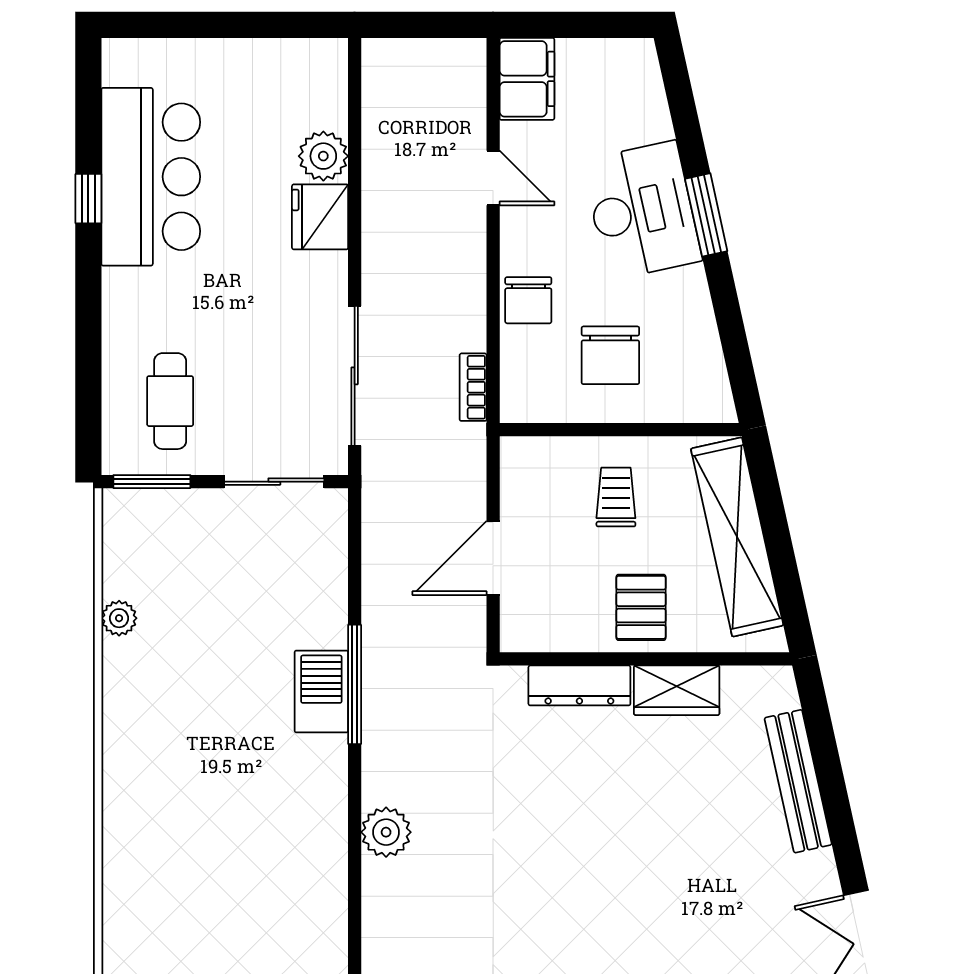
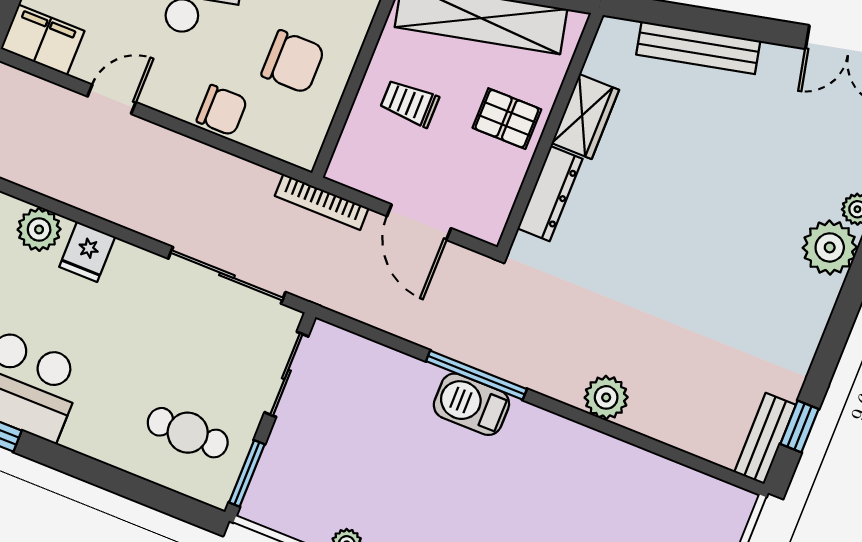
fridge: (320, 217) -> (87, 252), width x0.72
bookcase: (473, 387) -> (322, 202), moved, width x1.56

